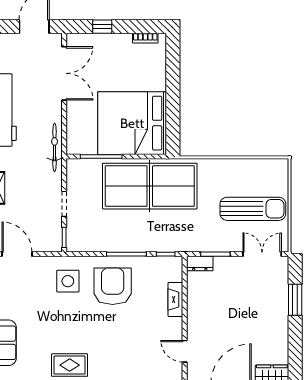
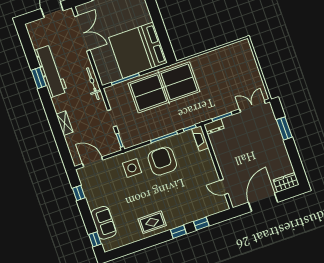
sun lounger: (253, 209) -> (236, 79), removed
fireplace: (175, 300) -> (200, 138), moved

